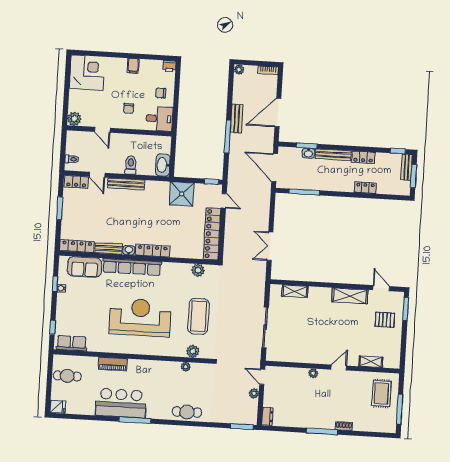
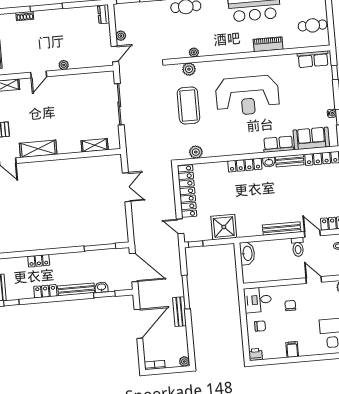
toilet: (131, 165) -> (298, 247), moved
row of seats: (132, 267) -> (278, 144), width x0.50
door: (262, 377) -> (115, 54), hinge flipped

